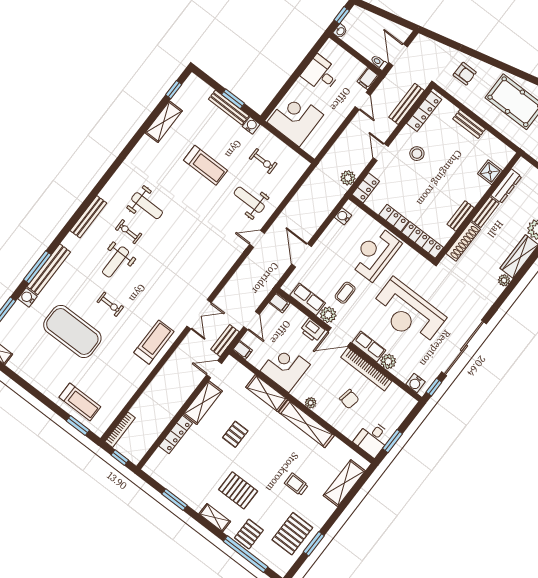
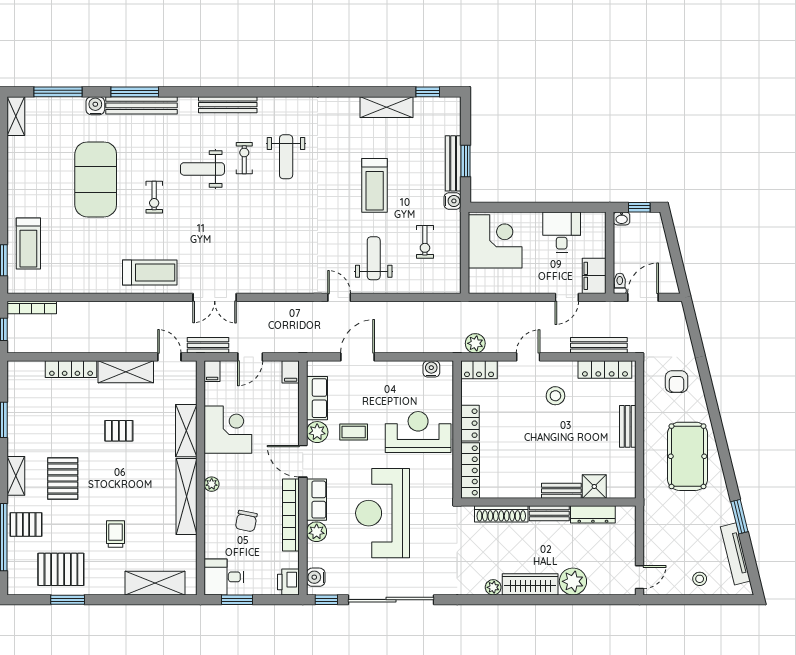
filing cabinet: (368, 79) -> (594, 276), width x2.00
bench: (461, 216) -> (561, 491), moved
printer: (312, 330) -> (288, 582), moved

